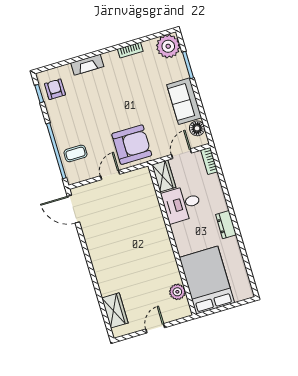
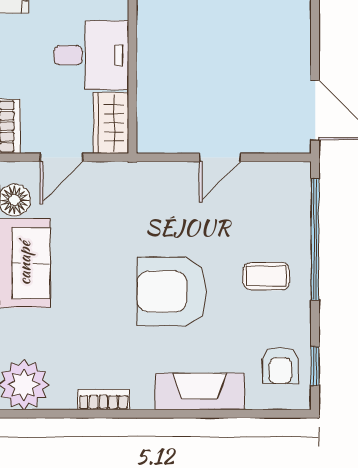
fireplace: (87, 65) -> (200, 392), width x1.37, depth x1.32
armchair: (132, 145) -> (172, 291), moved
coffee table: (75, 153) -> (266, 276), moved

